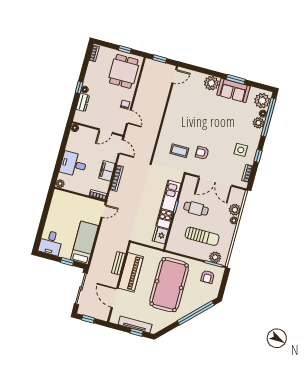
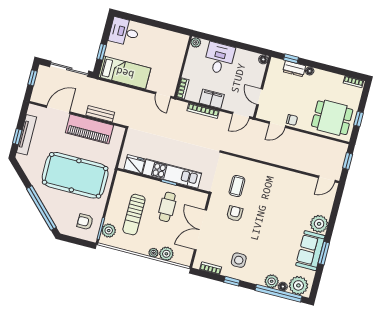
door: (174, 76) -> (327, 179), hinge flipped
window: (79, 87) -> (291, 59), moved

